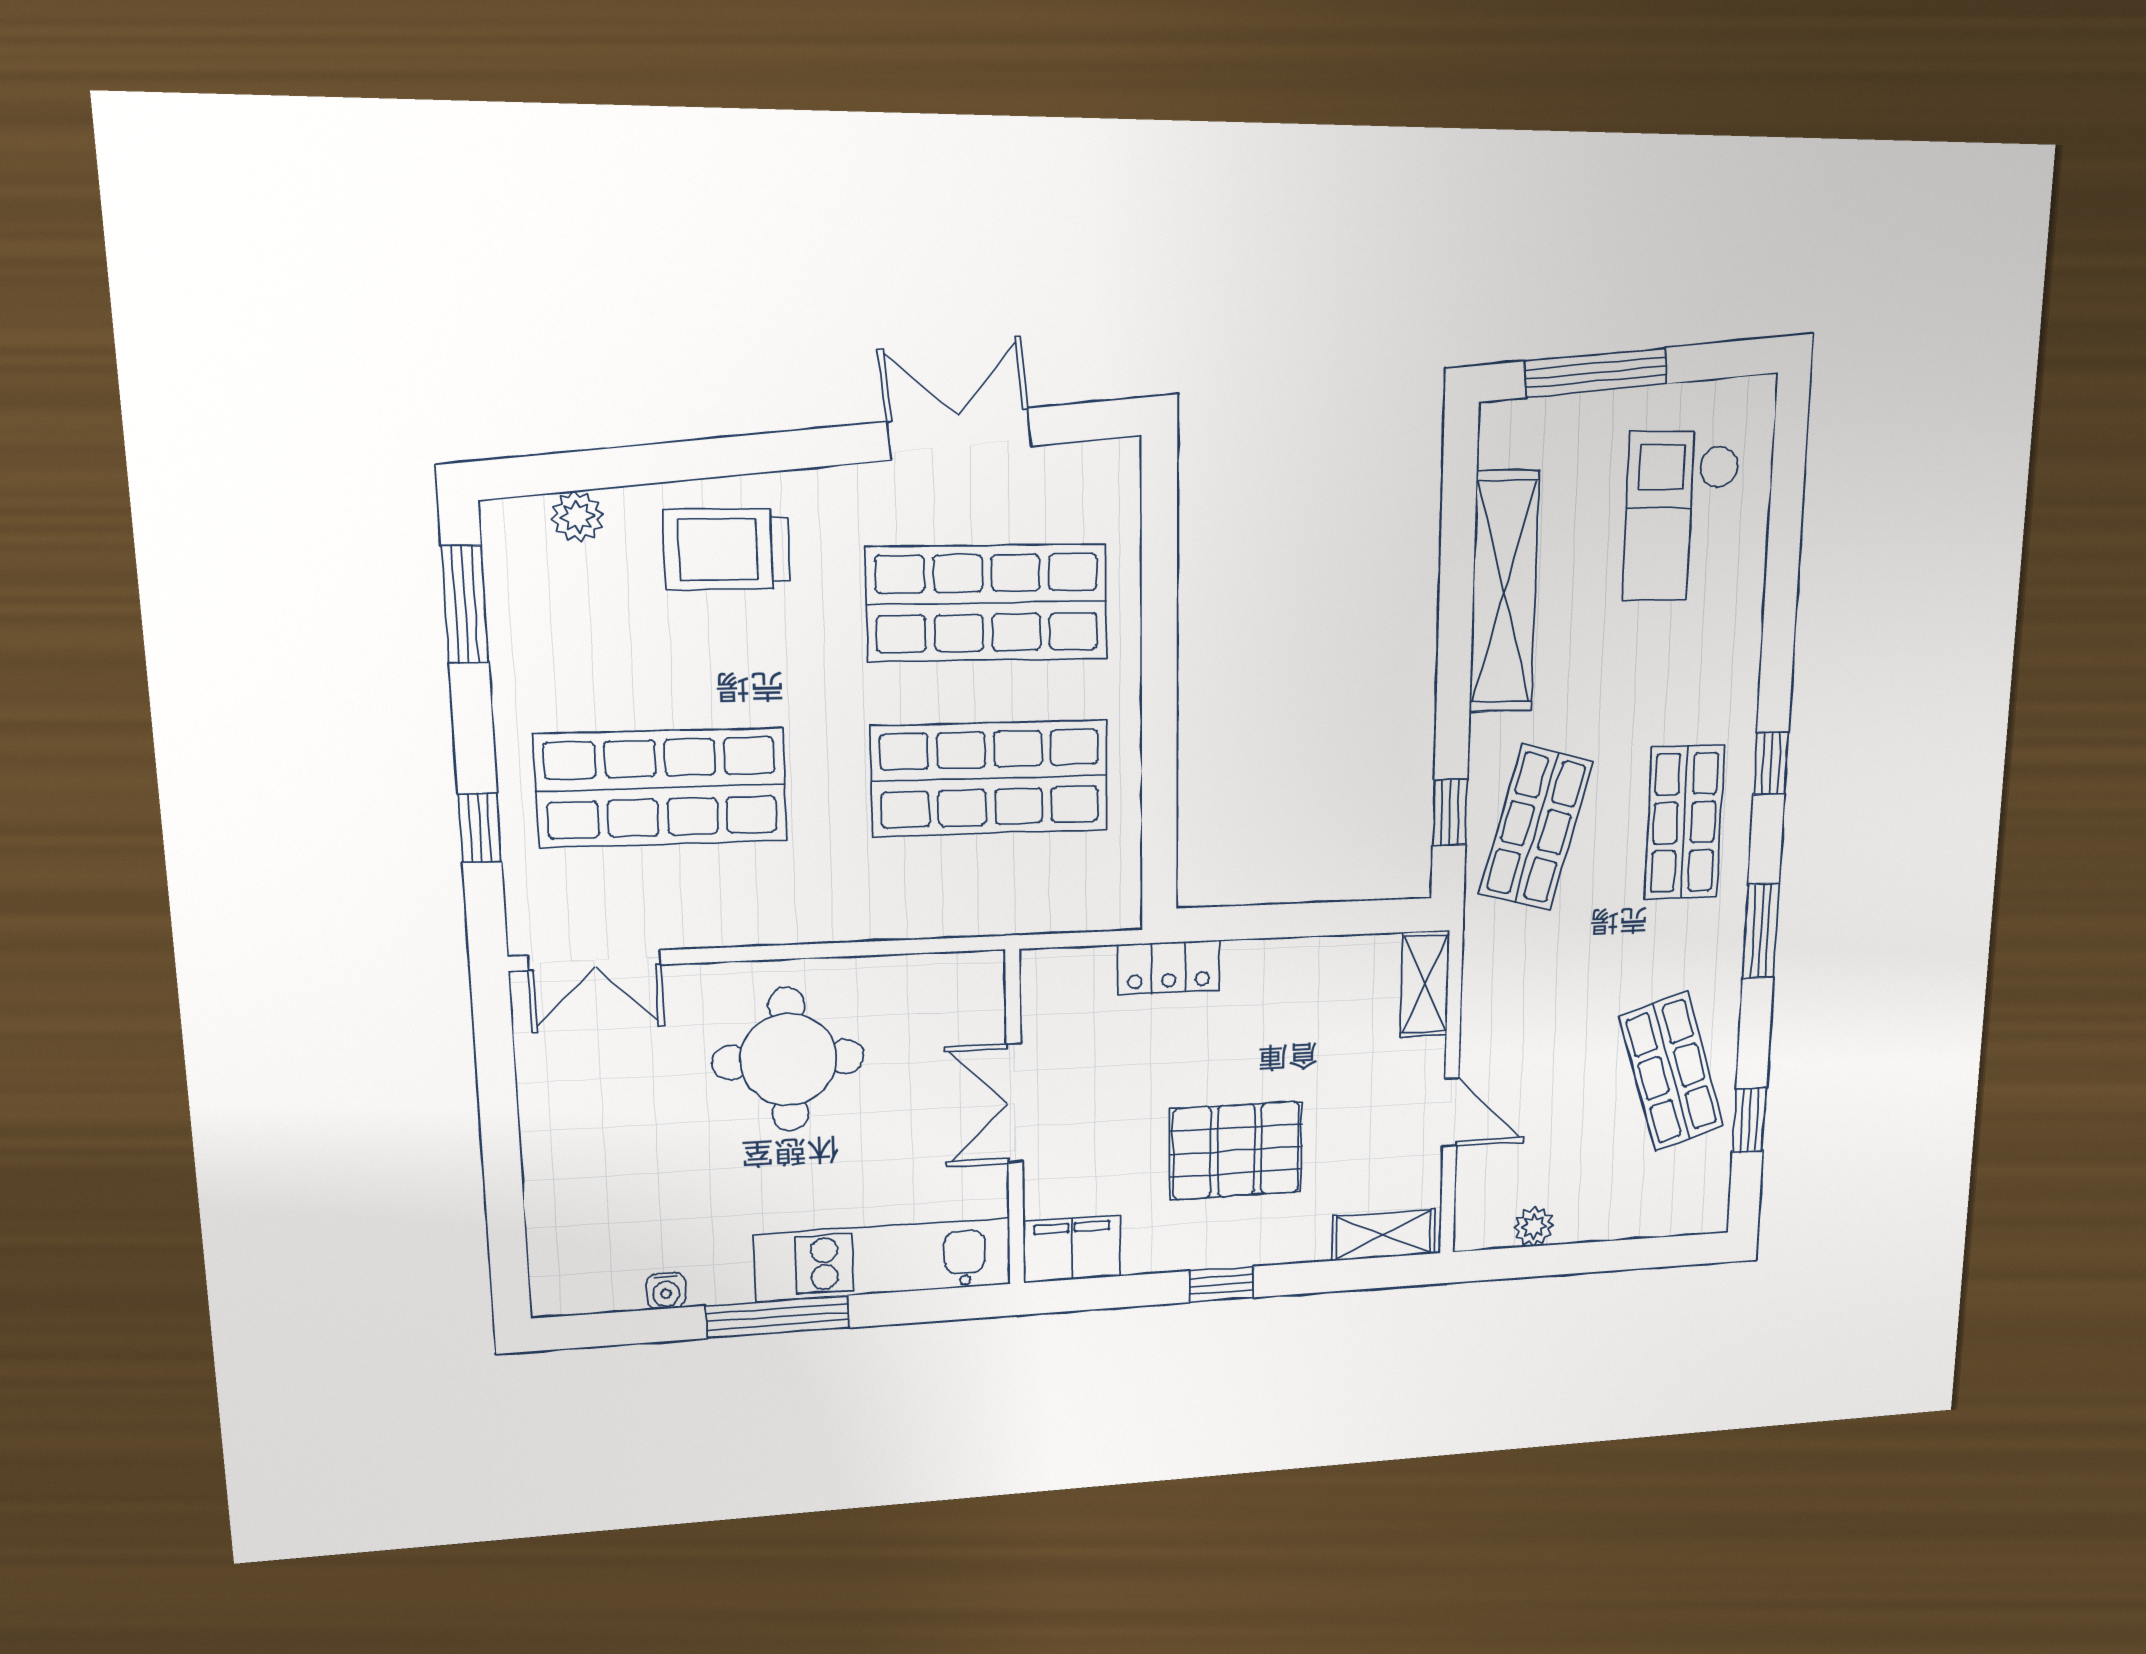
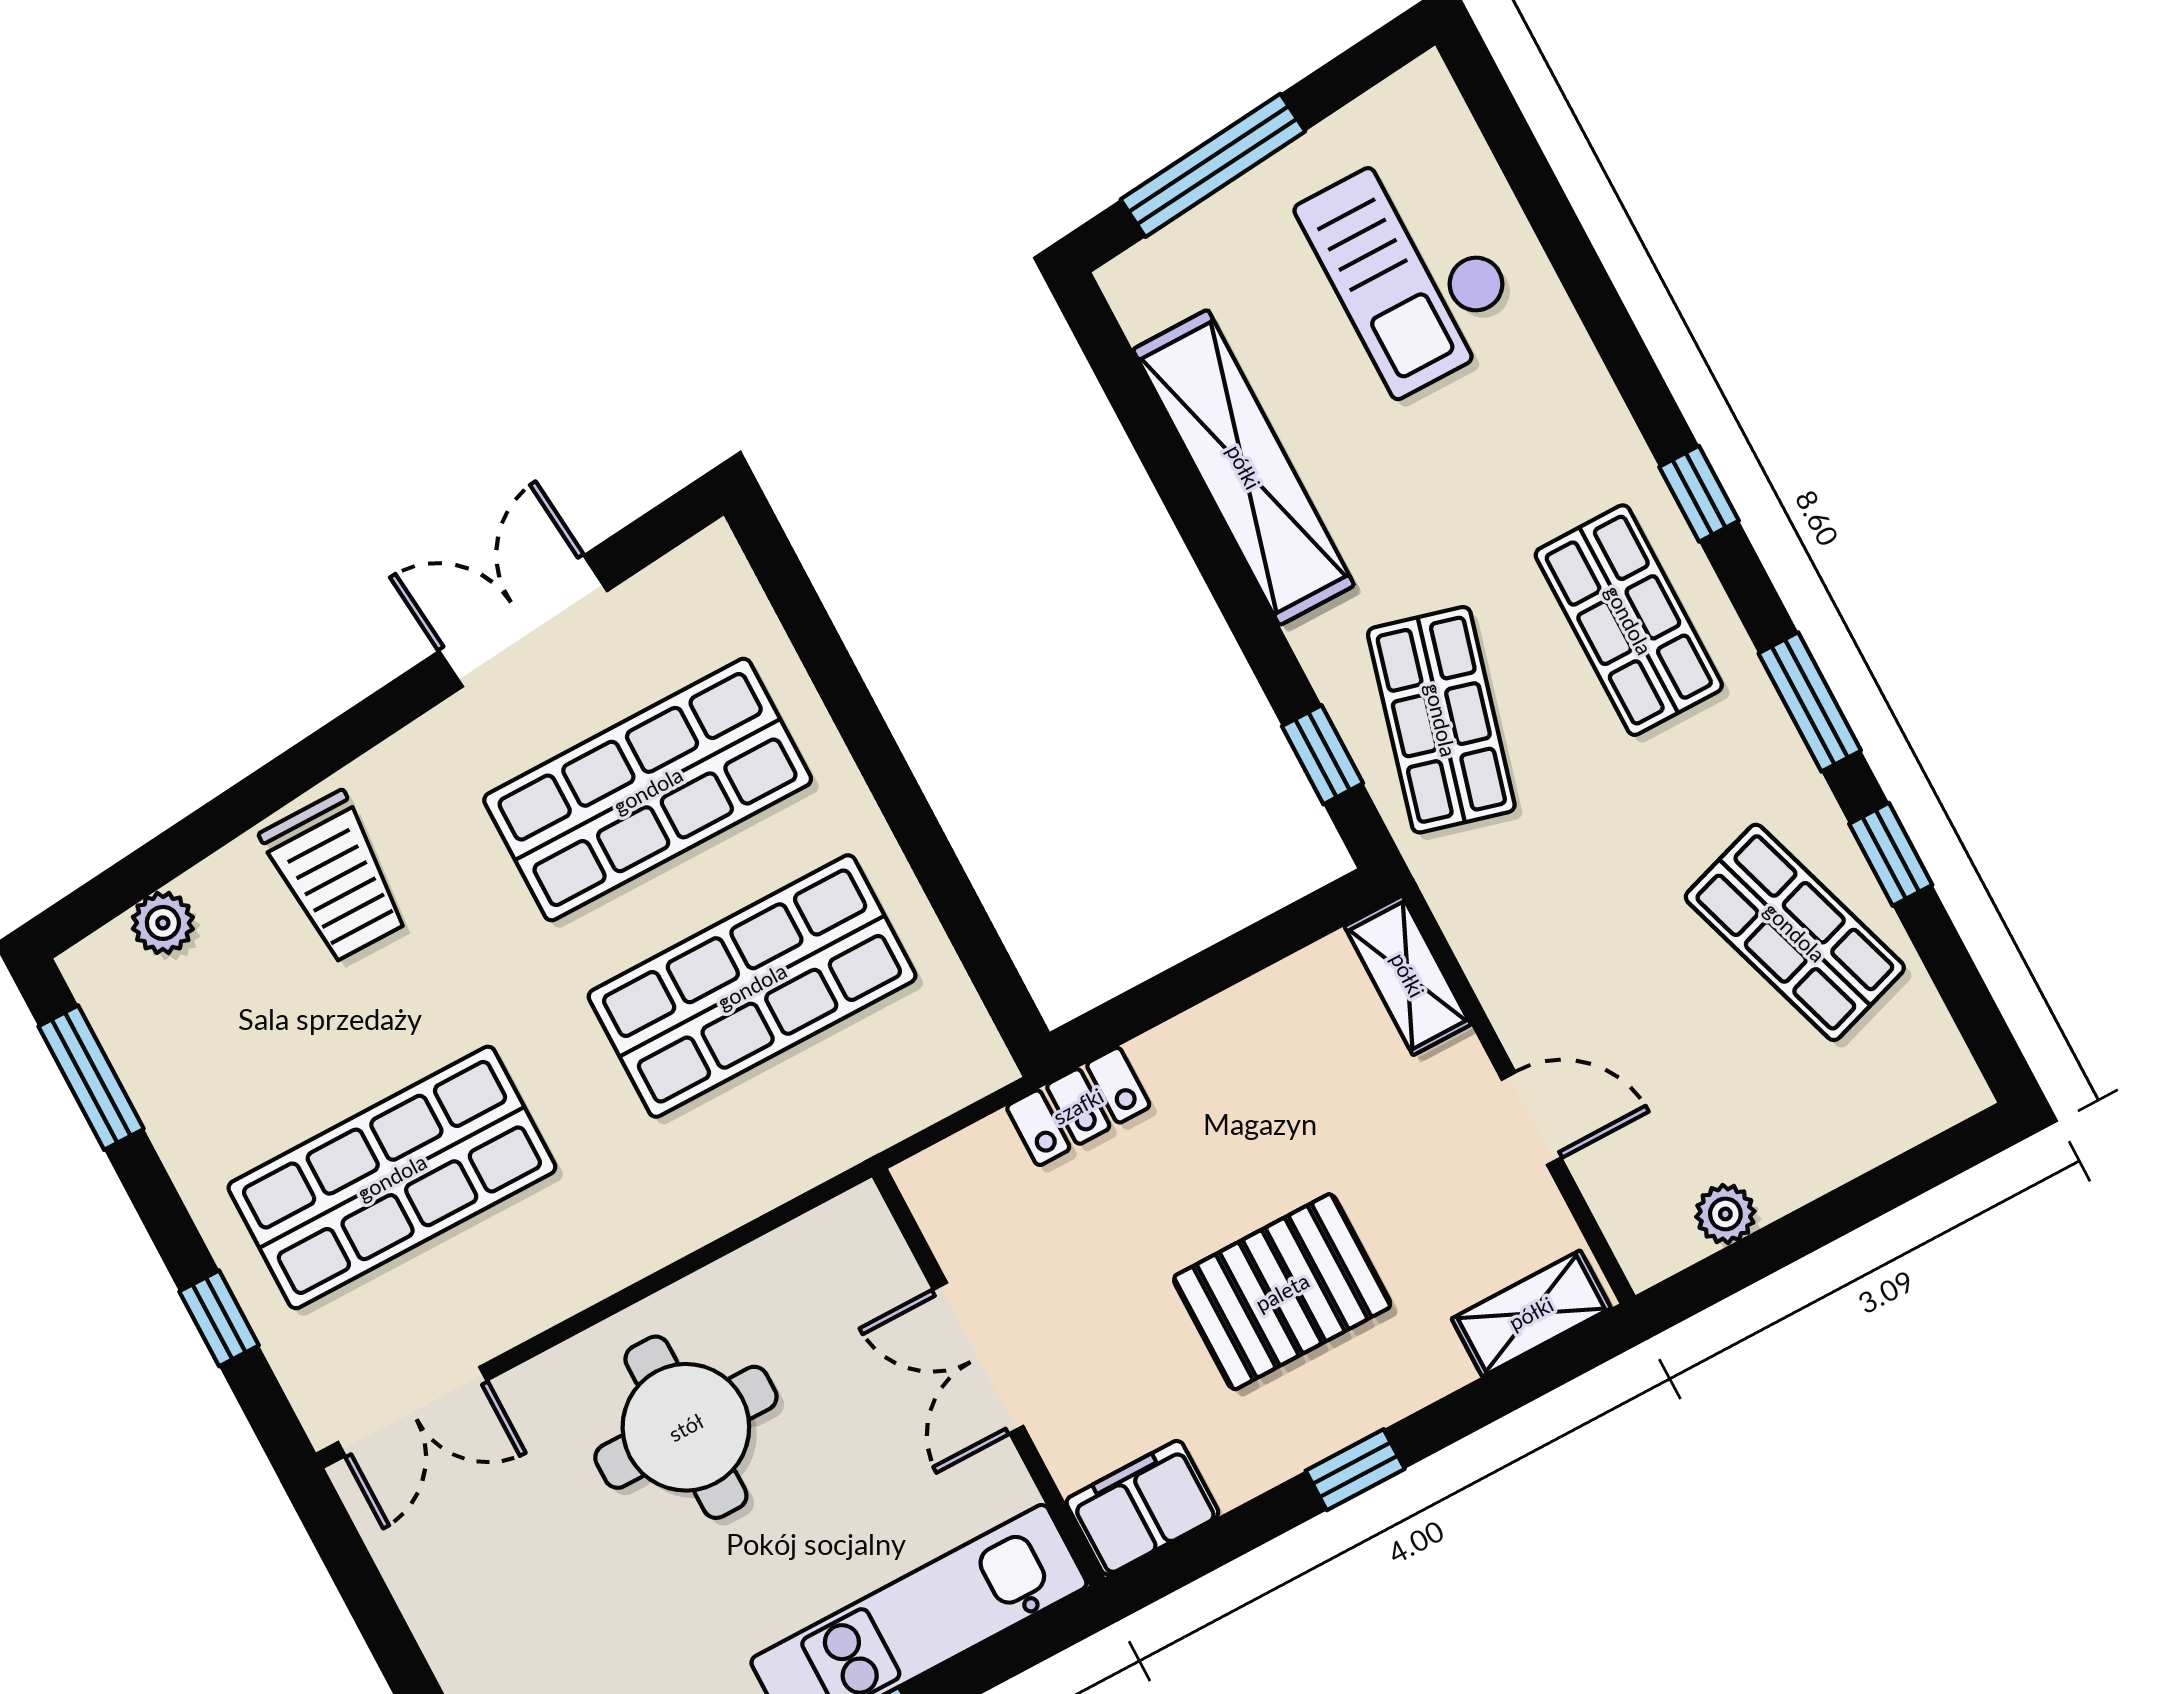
trolley: (727, 549) -> (335, 877), turned -90
window: (1749, 1120) -> (1891, 854), moved

